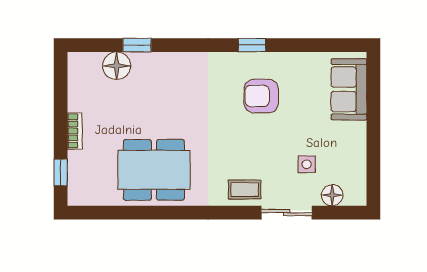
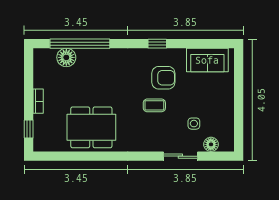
window: (137, 45) -> (80, 44), width x3.17
sofa: (349, 89) -> (207, 60), moved, turned -90
armchair: (261, 96) -> (163, 78), turned 180
coffee table: (245, 190) -> (154, 105), moved

